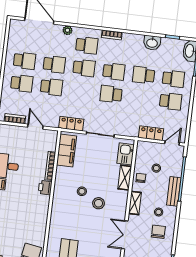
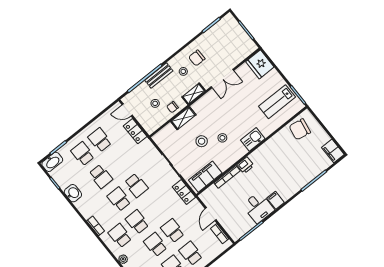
kitchen sink: (126, 154) -> (253, 139), moved, turned 180
stool: (98, 203) -> (202, 141), moved

